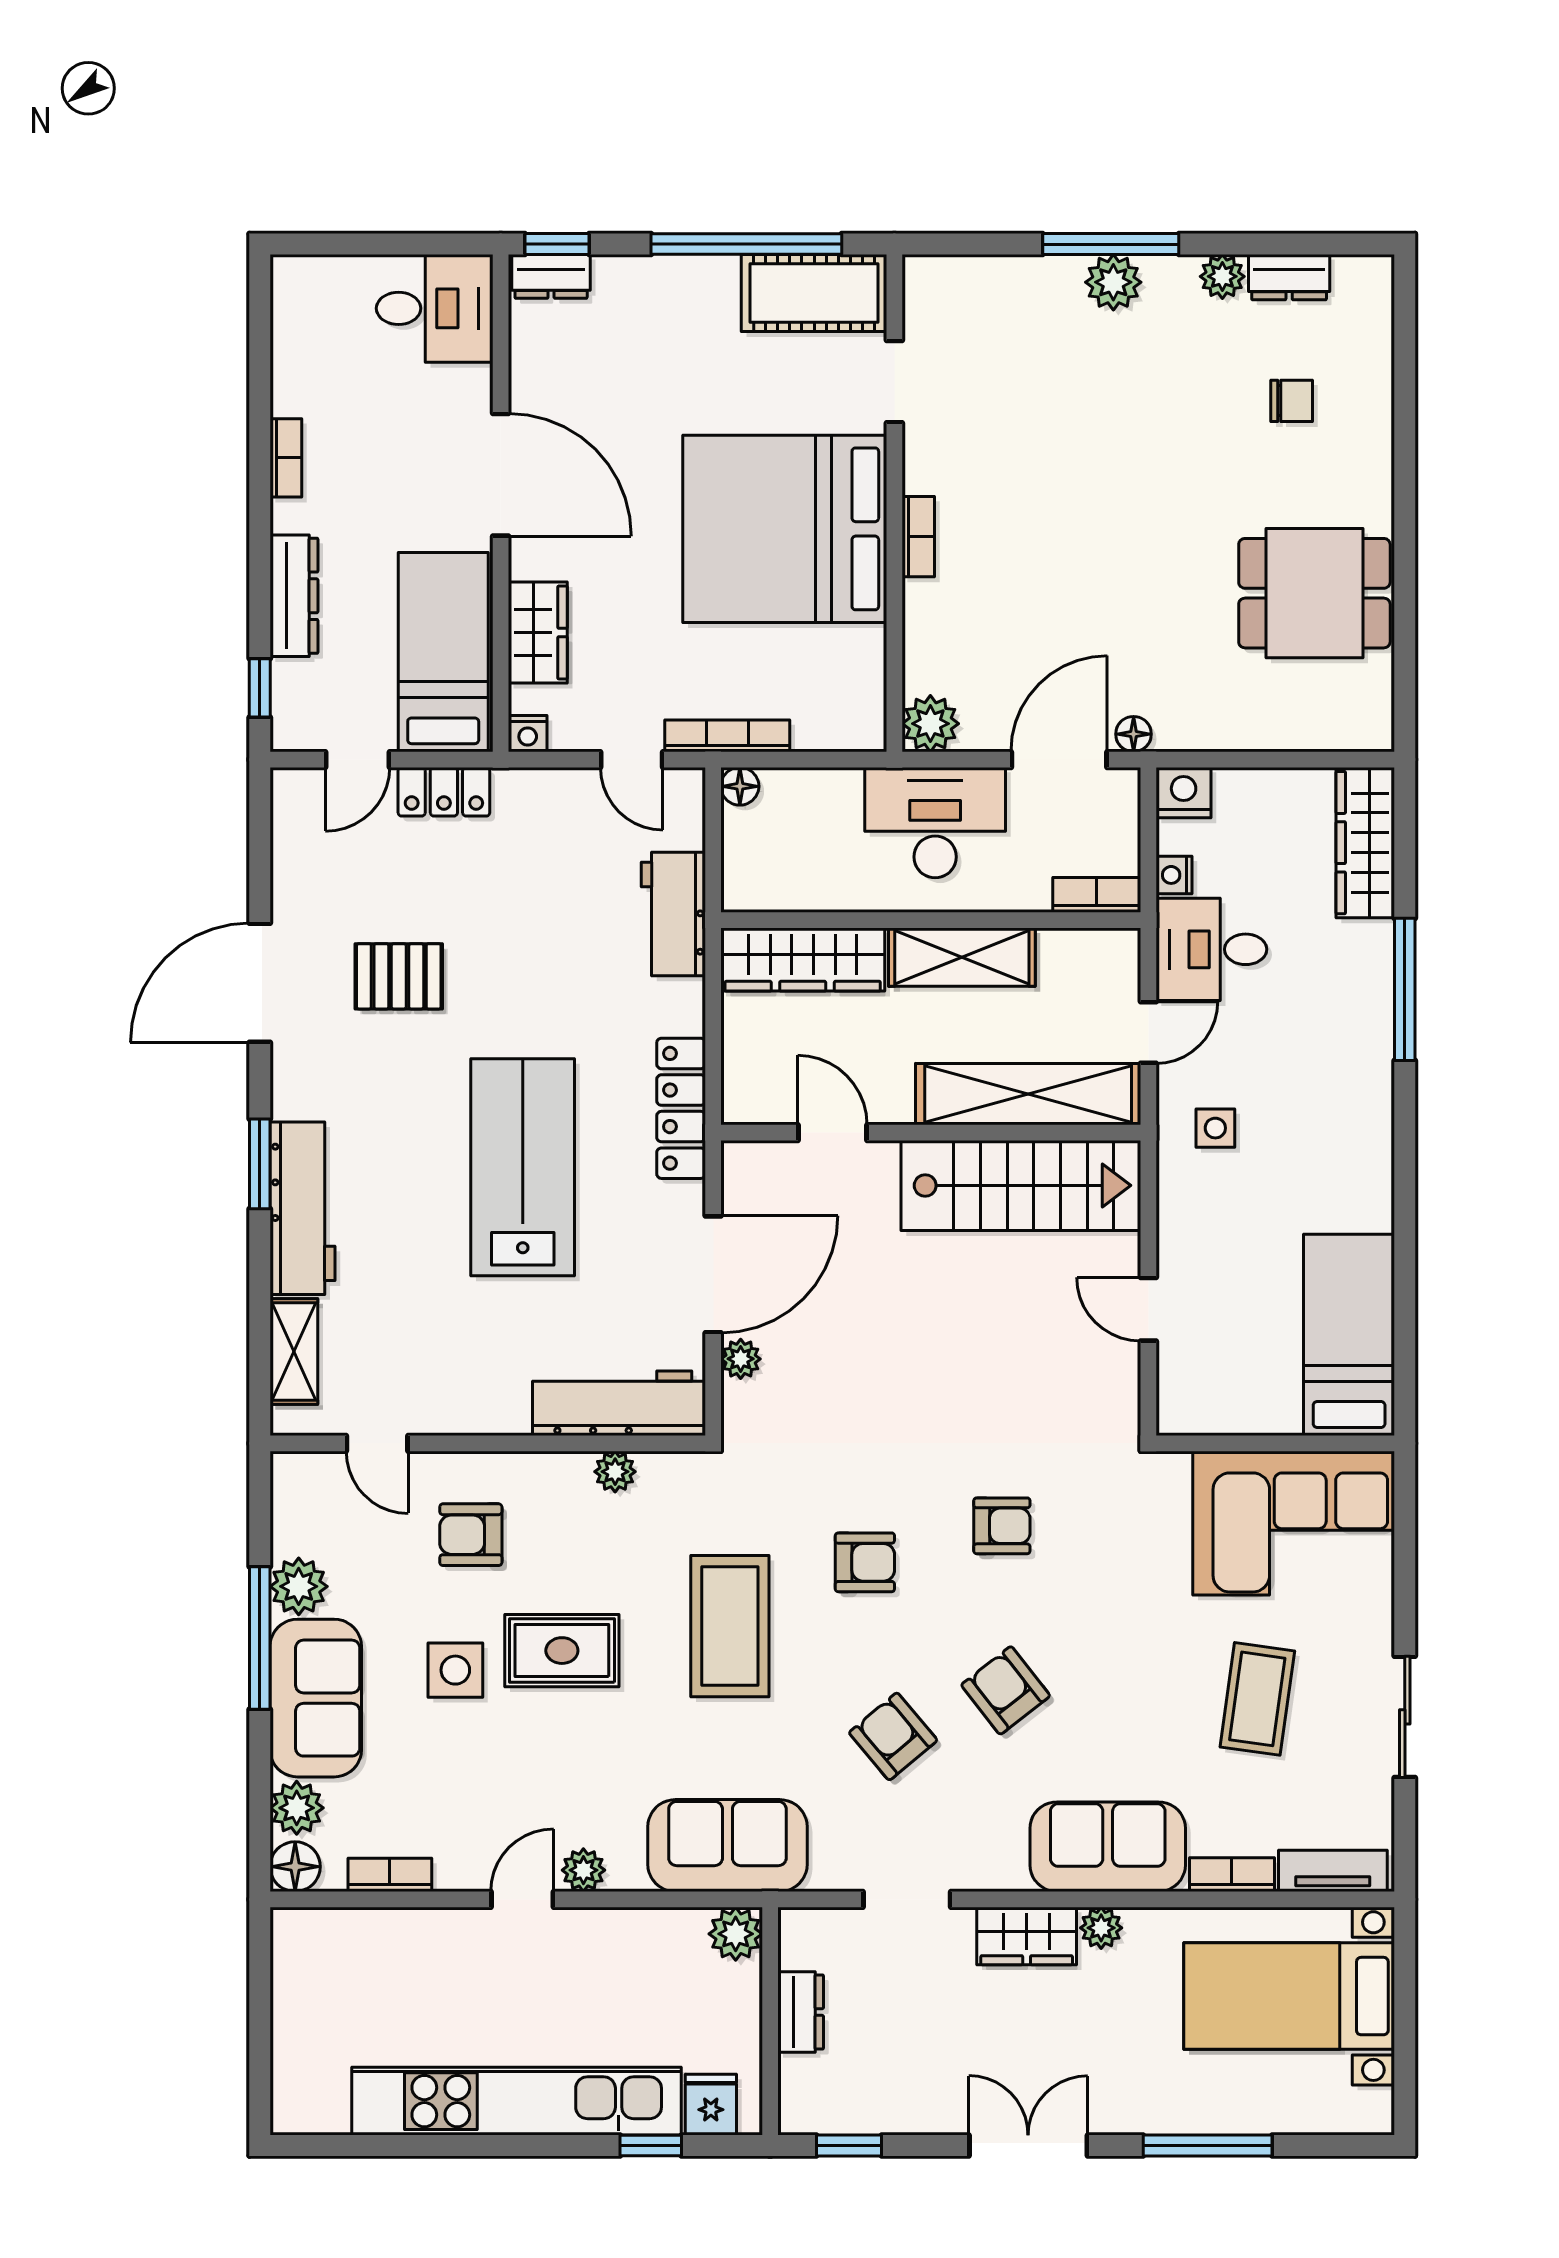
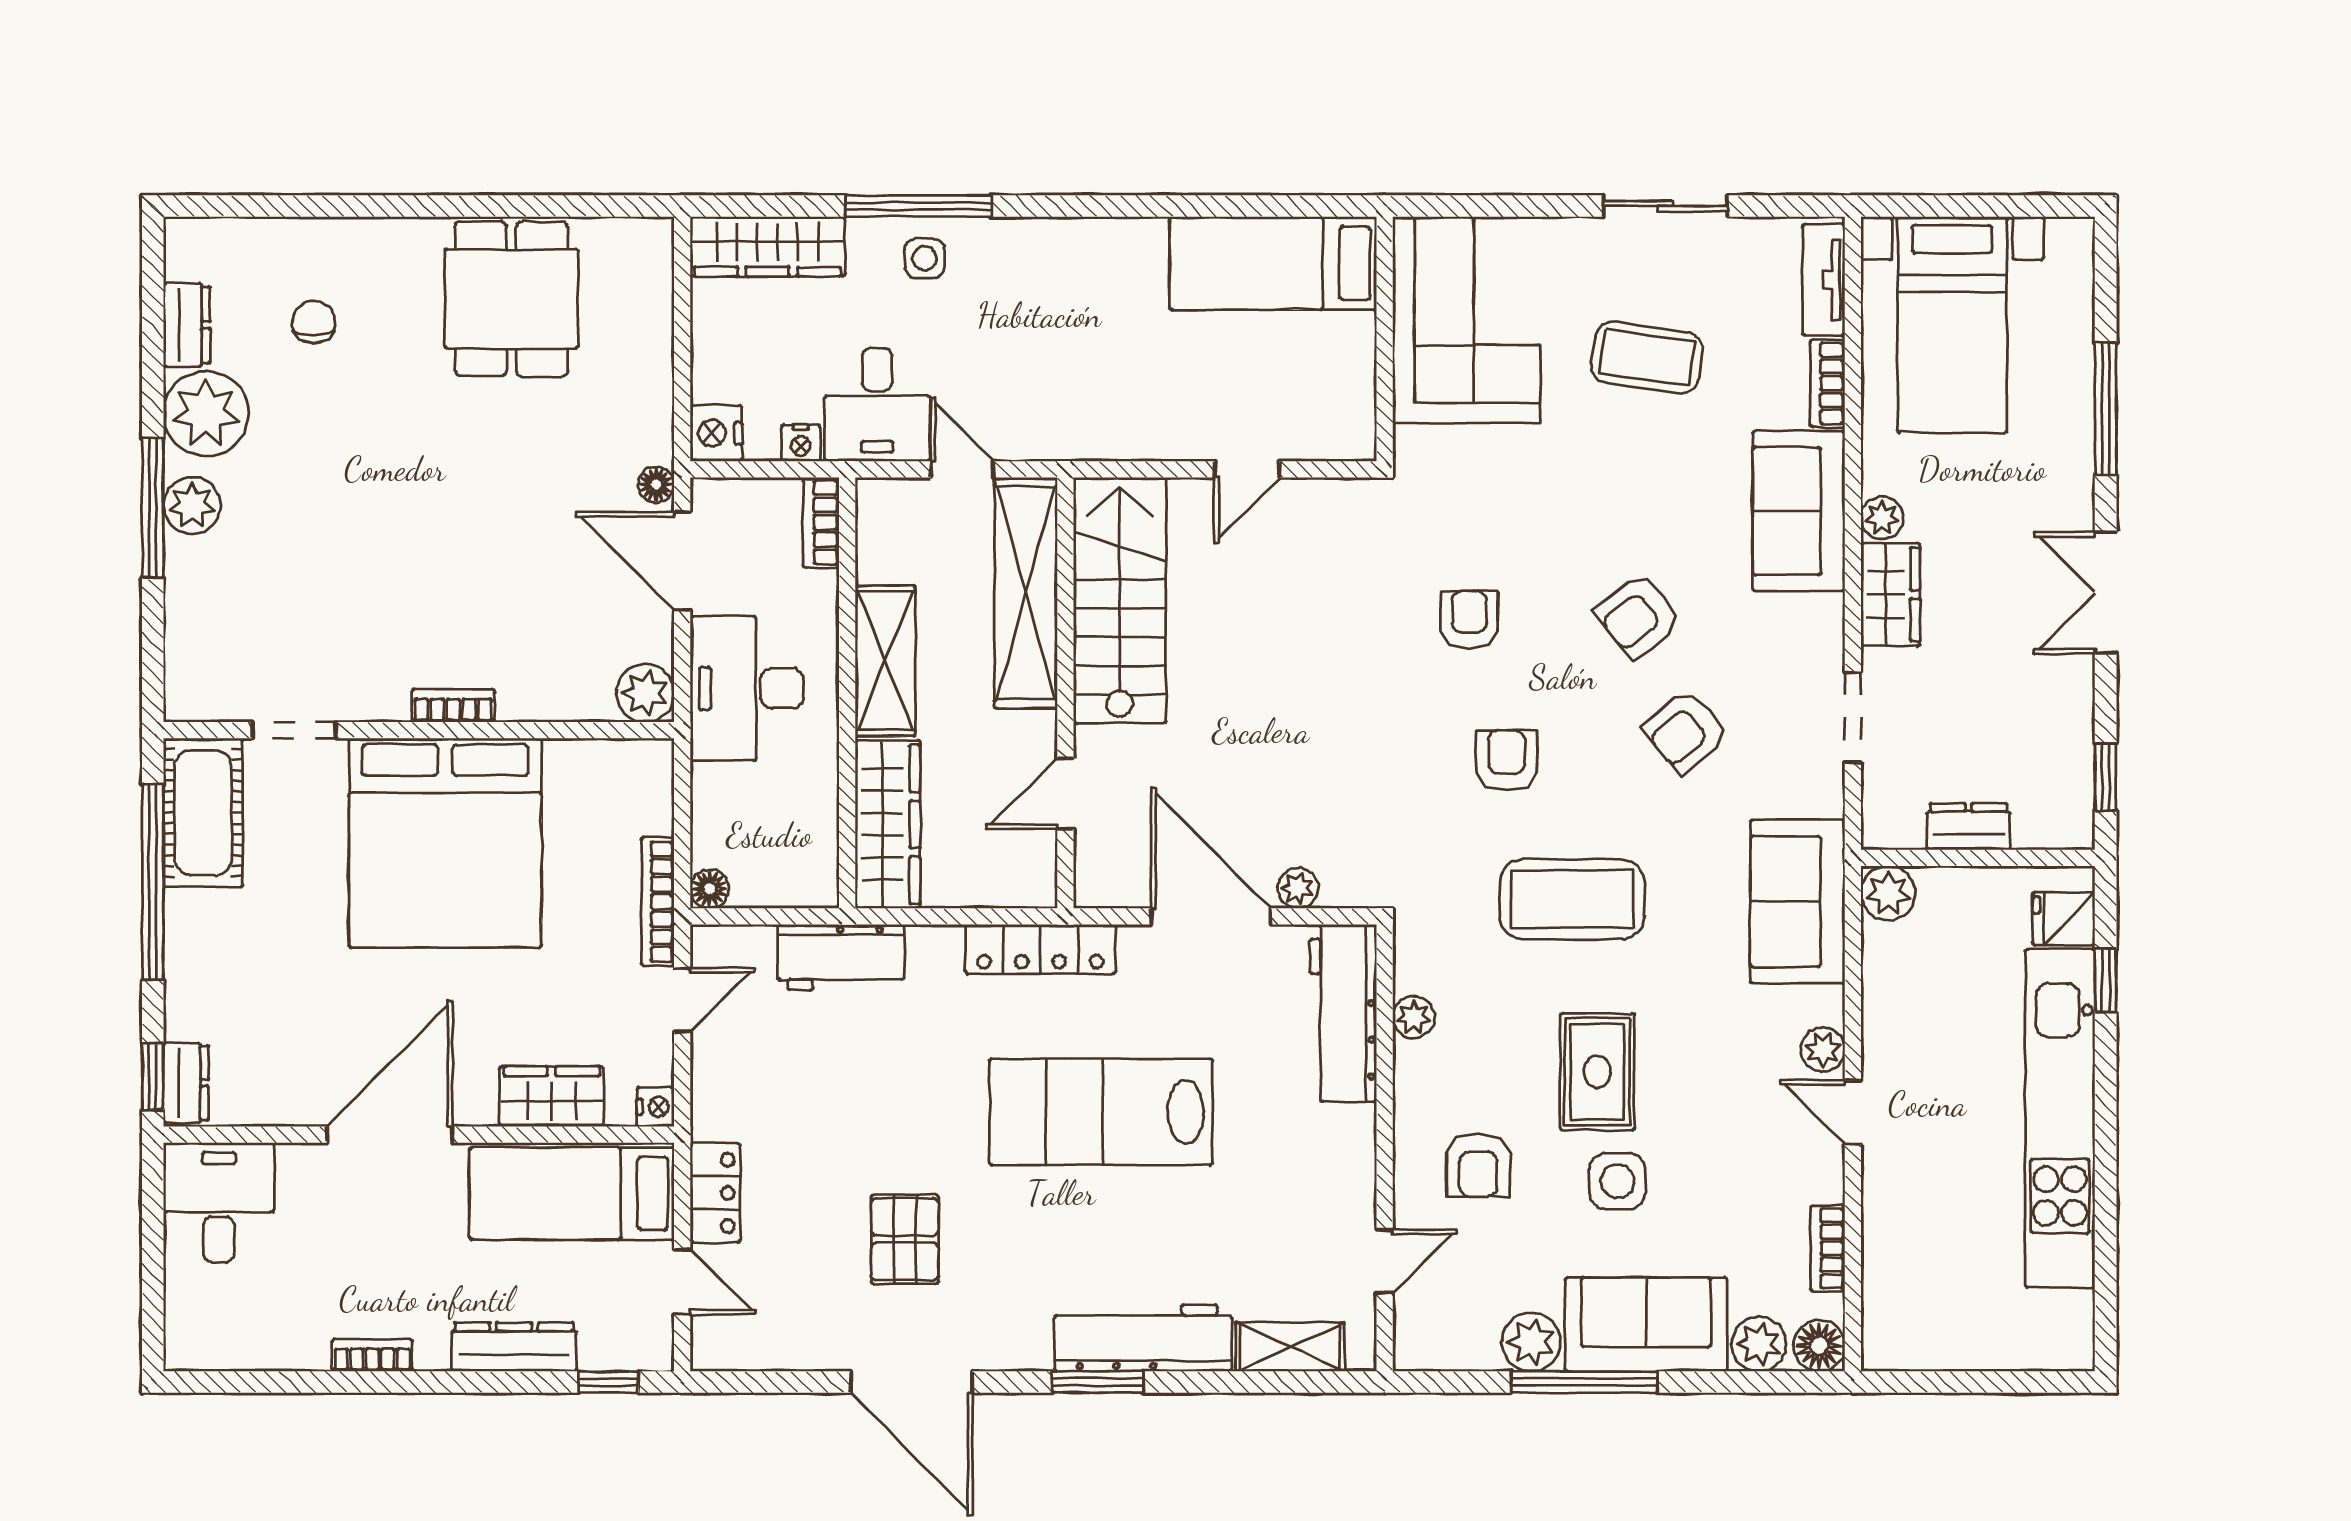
plant: (1222, 276) -> (206, 413), width x1.88, depth x1.88
side table: (1215, 1128) -> (925, 258), moved

